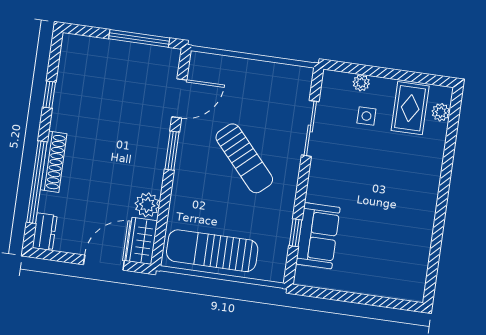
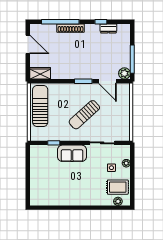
plant: (147, 205) -> (124, 73), moved
dresser: (45, 232) -> (108, 28), moved
sofa: (318, 236) -> (72, 153), moved
door: (104, 263) -> (28, 44), moved

